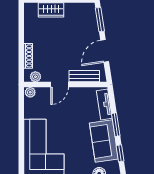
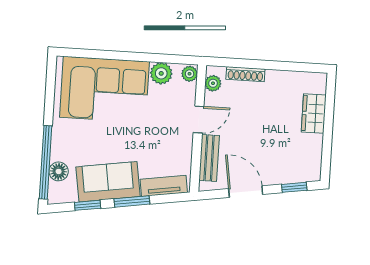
window: (100, 19) -> (294, 187), width x0.67
door: (60, 85) -> (199, 119), swing flipped
plant: (31, 111) -> (161, 73), added

